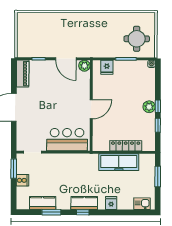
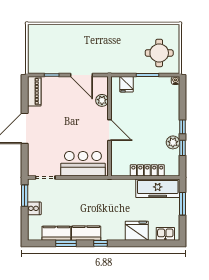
plant: (84, 66) -> (102, 100), moved
plant: (149, 107) -> (173, 142), moved
door: (91, 109) -> (109, 130), hinge flipped
freezer: (119, 162) -> (158, 188), moved
kitchen counter: (84, 203) -> (86, 233), moved
fridge: (111, 203) -> (137, 231), width x1.88, depth x1.34

